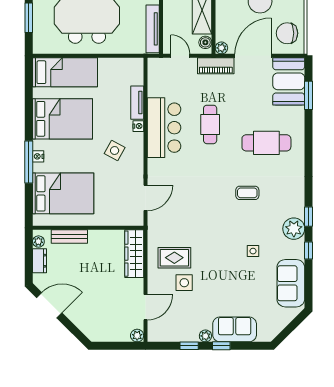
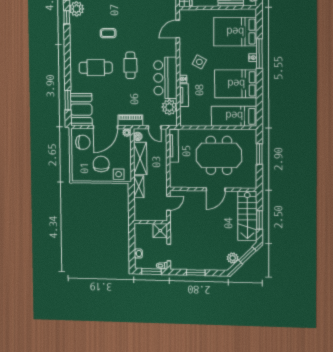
plant: (158, 85) -> (169, 107), added
cafe table: (210, 124) -> (130, 65), moved

